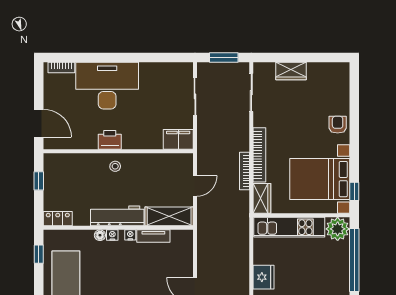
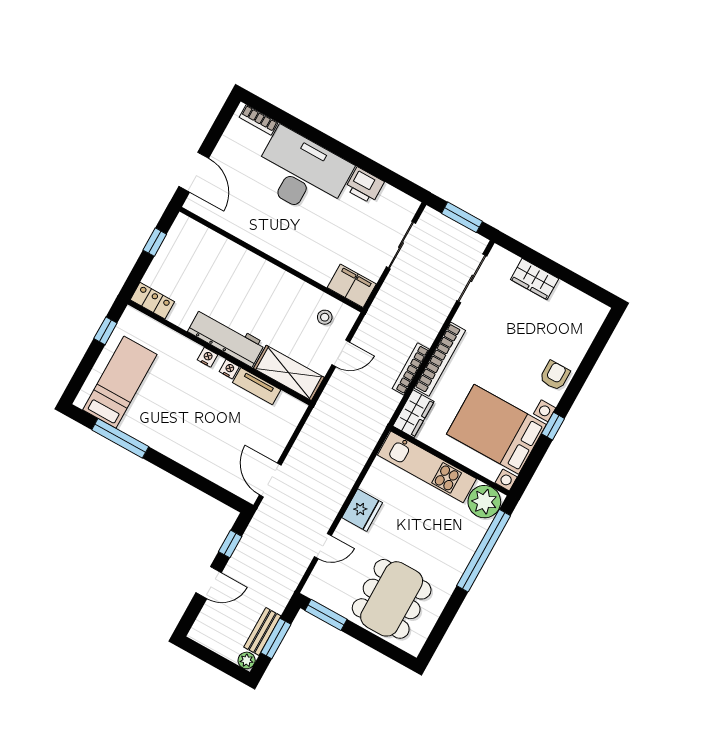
printer: (110, 140) -> (365, 185), moved, turned 180
stool: (115, 166) -> (325, 317), moved
window: (354, 191) -> (553, 426), moved
floor lamp: (100, 235) -> (192, 349), removed

